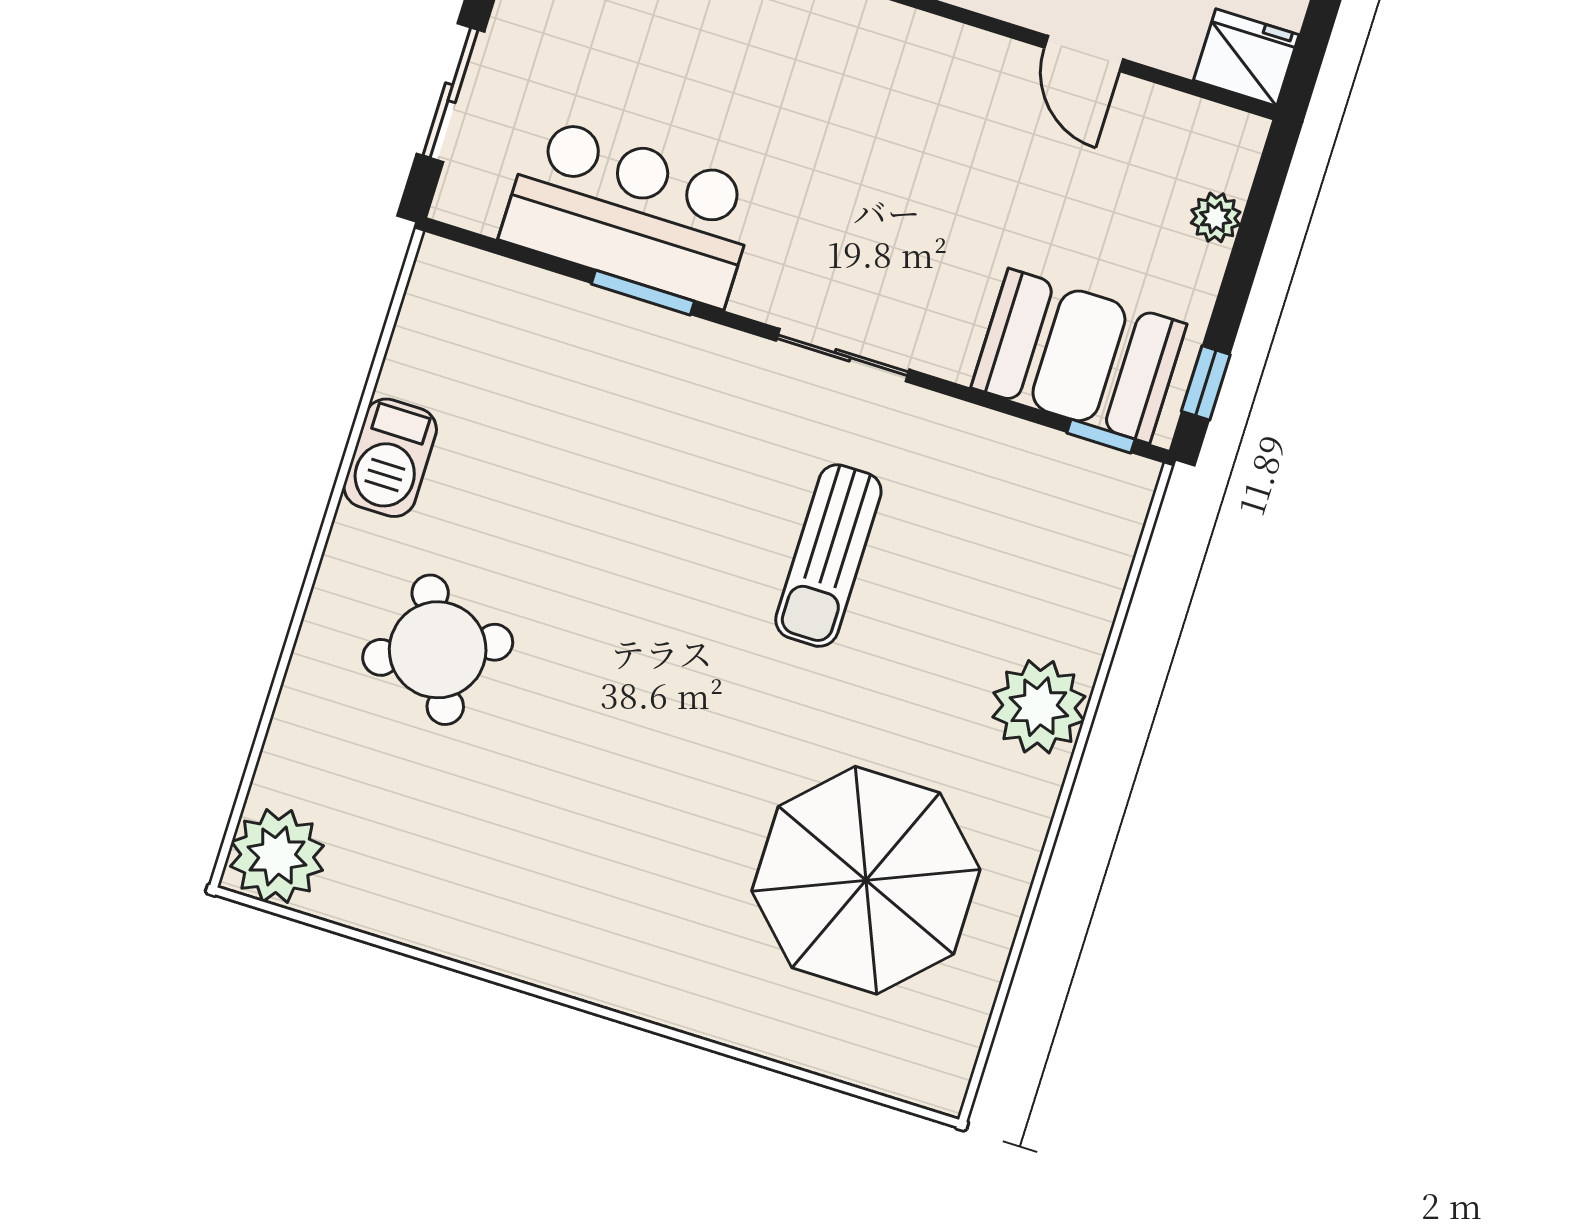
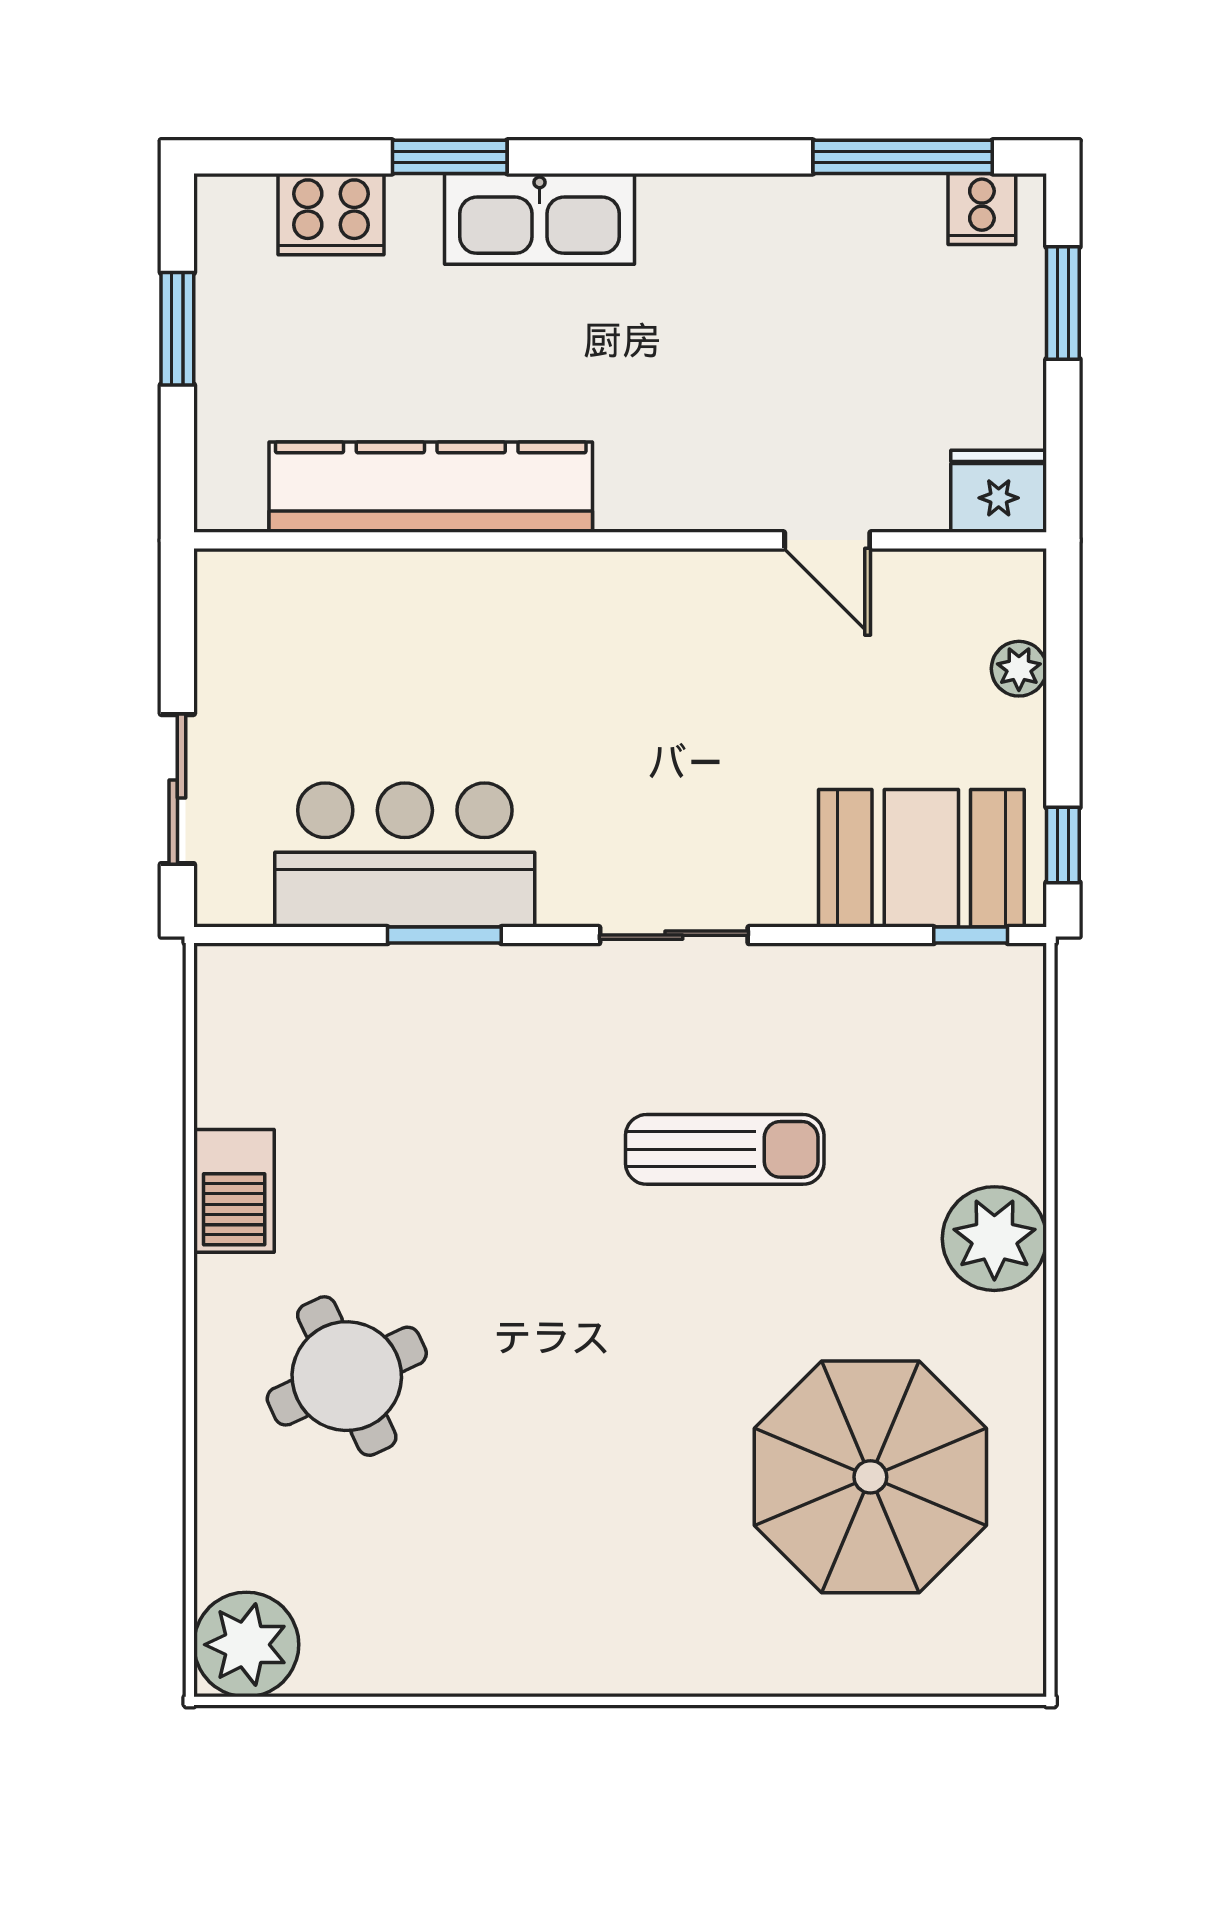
sun lounger: (828, 556) -> (725, 1149), turned -90

